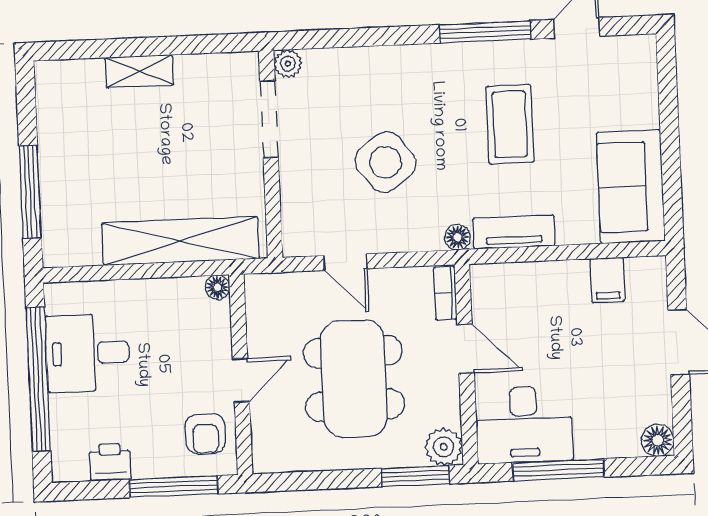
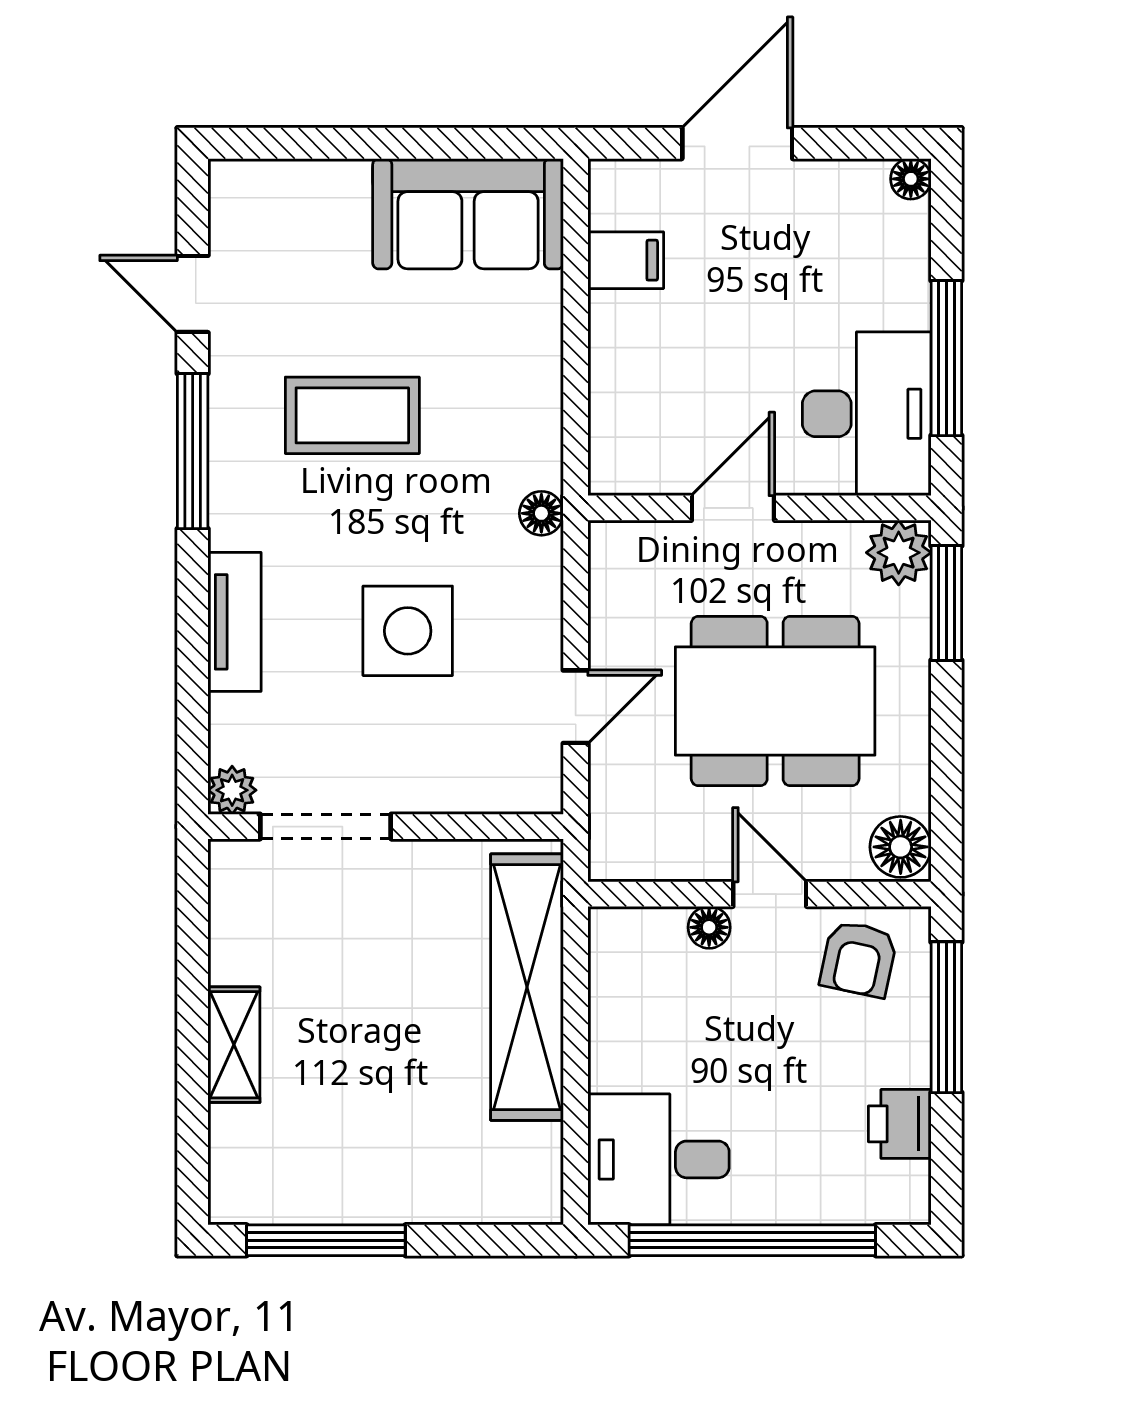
side table: (385, 162) -> (408, 631), turned 37
window: (30, 192) -> (326, 1240), moved
tv unit: (514, 232) -> (234, 622), moved, turned 180
floor lamp: (217, 287) -> (709, 927), moved
bookcase: (445, 293) -> (636, 538), removed
desk: (88, 353) -> (659, 1159), moved, turned 90
armchair: (205, 434) -> (859, 959), turned 102
floor lamp: (658, 440) -> (911, 179), width x0.73, depth x0.73
floor lamp: (272, 455) -> (901, 847), added

